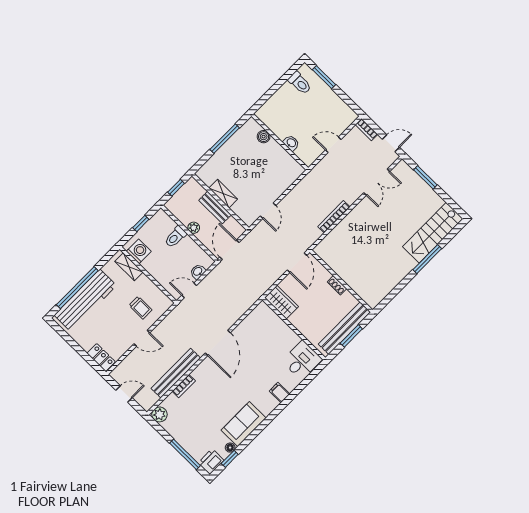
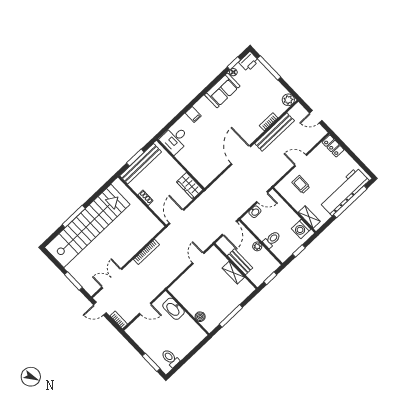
washbasin: (291, 143) -> (173, 309), width x1.91, depth x1.45
stairs: (433, 233) -> (87, 226), width x1.86, depth x1.51

